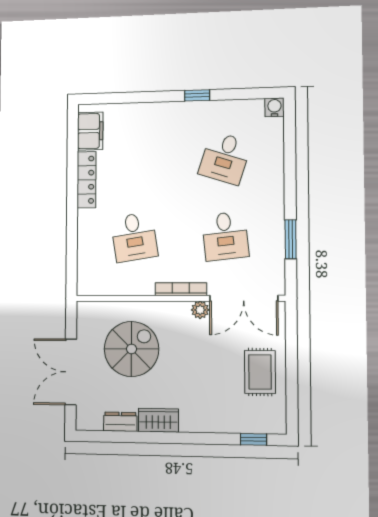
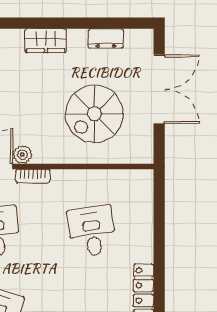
bookcase: (181, 289) -> (33, 176), width x0.64
wardrobe: (158, 420) -> (46, 41), moved

